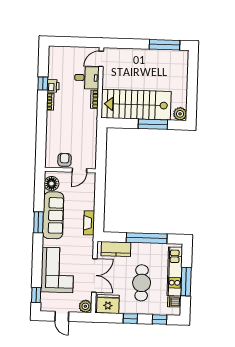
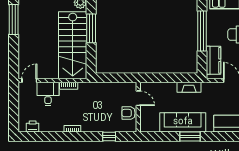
door: (101, 59) -> (29, 81), swing flipped
window: (43, 83) -> (109, 137), moved
printer: (53, 86) -> (33, 126), moved
floor lamp: (51, 184) -> (152, 125), removed

